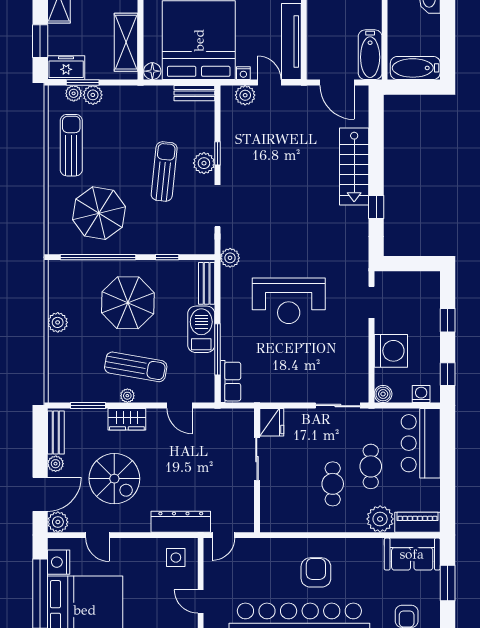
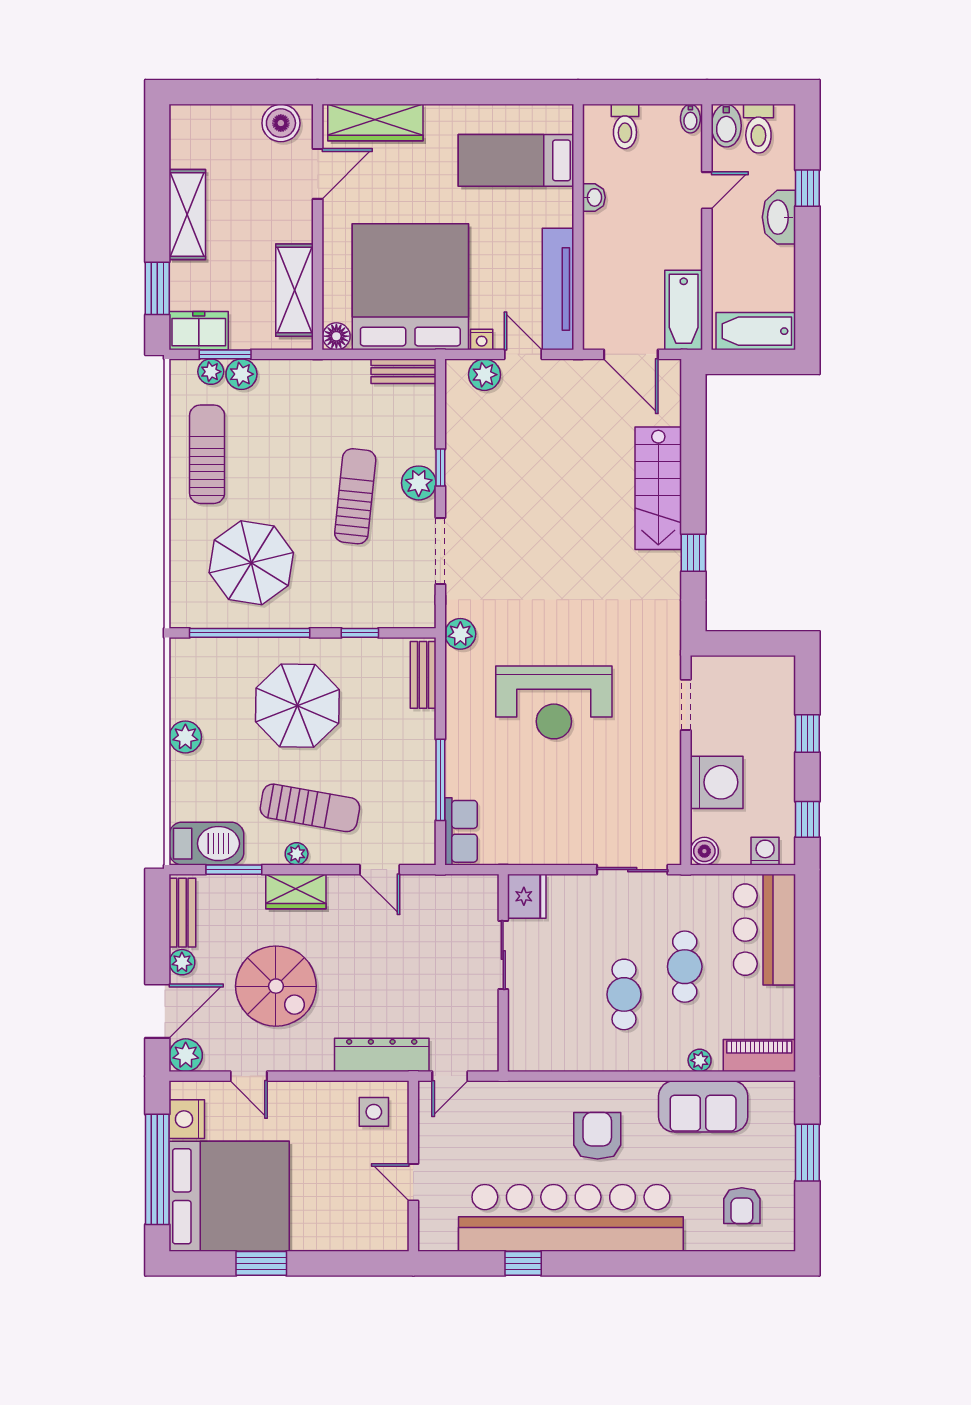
barbecue: (201, 329) -> (206, 844), moved, turned 90
plant: (380, 519) -> (700, 1060), width x0.53, depth x0.53
sofa: (412, 554) -> (703, 1106), moved

